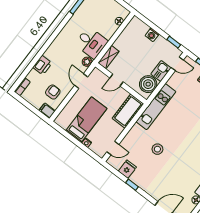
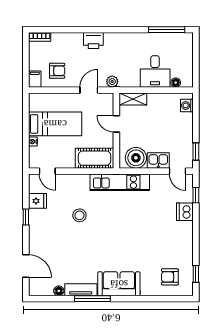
washing machine: (152, 35) -> (187, 105), moved
desk: (91, 43) -> (155, 71), moved
printer: (42, 65) -> (93, 41), moved

